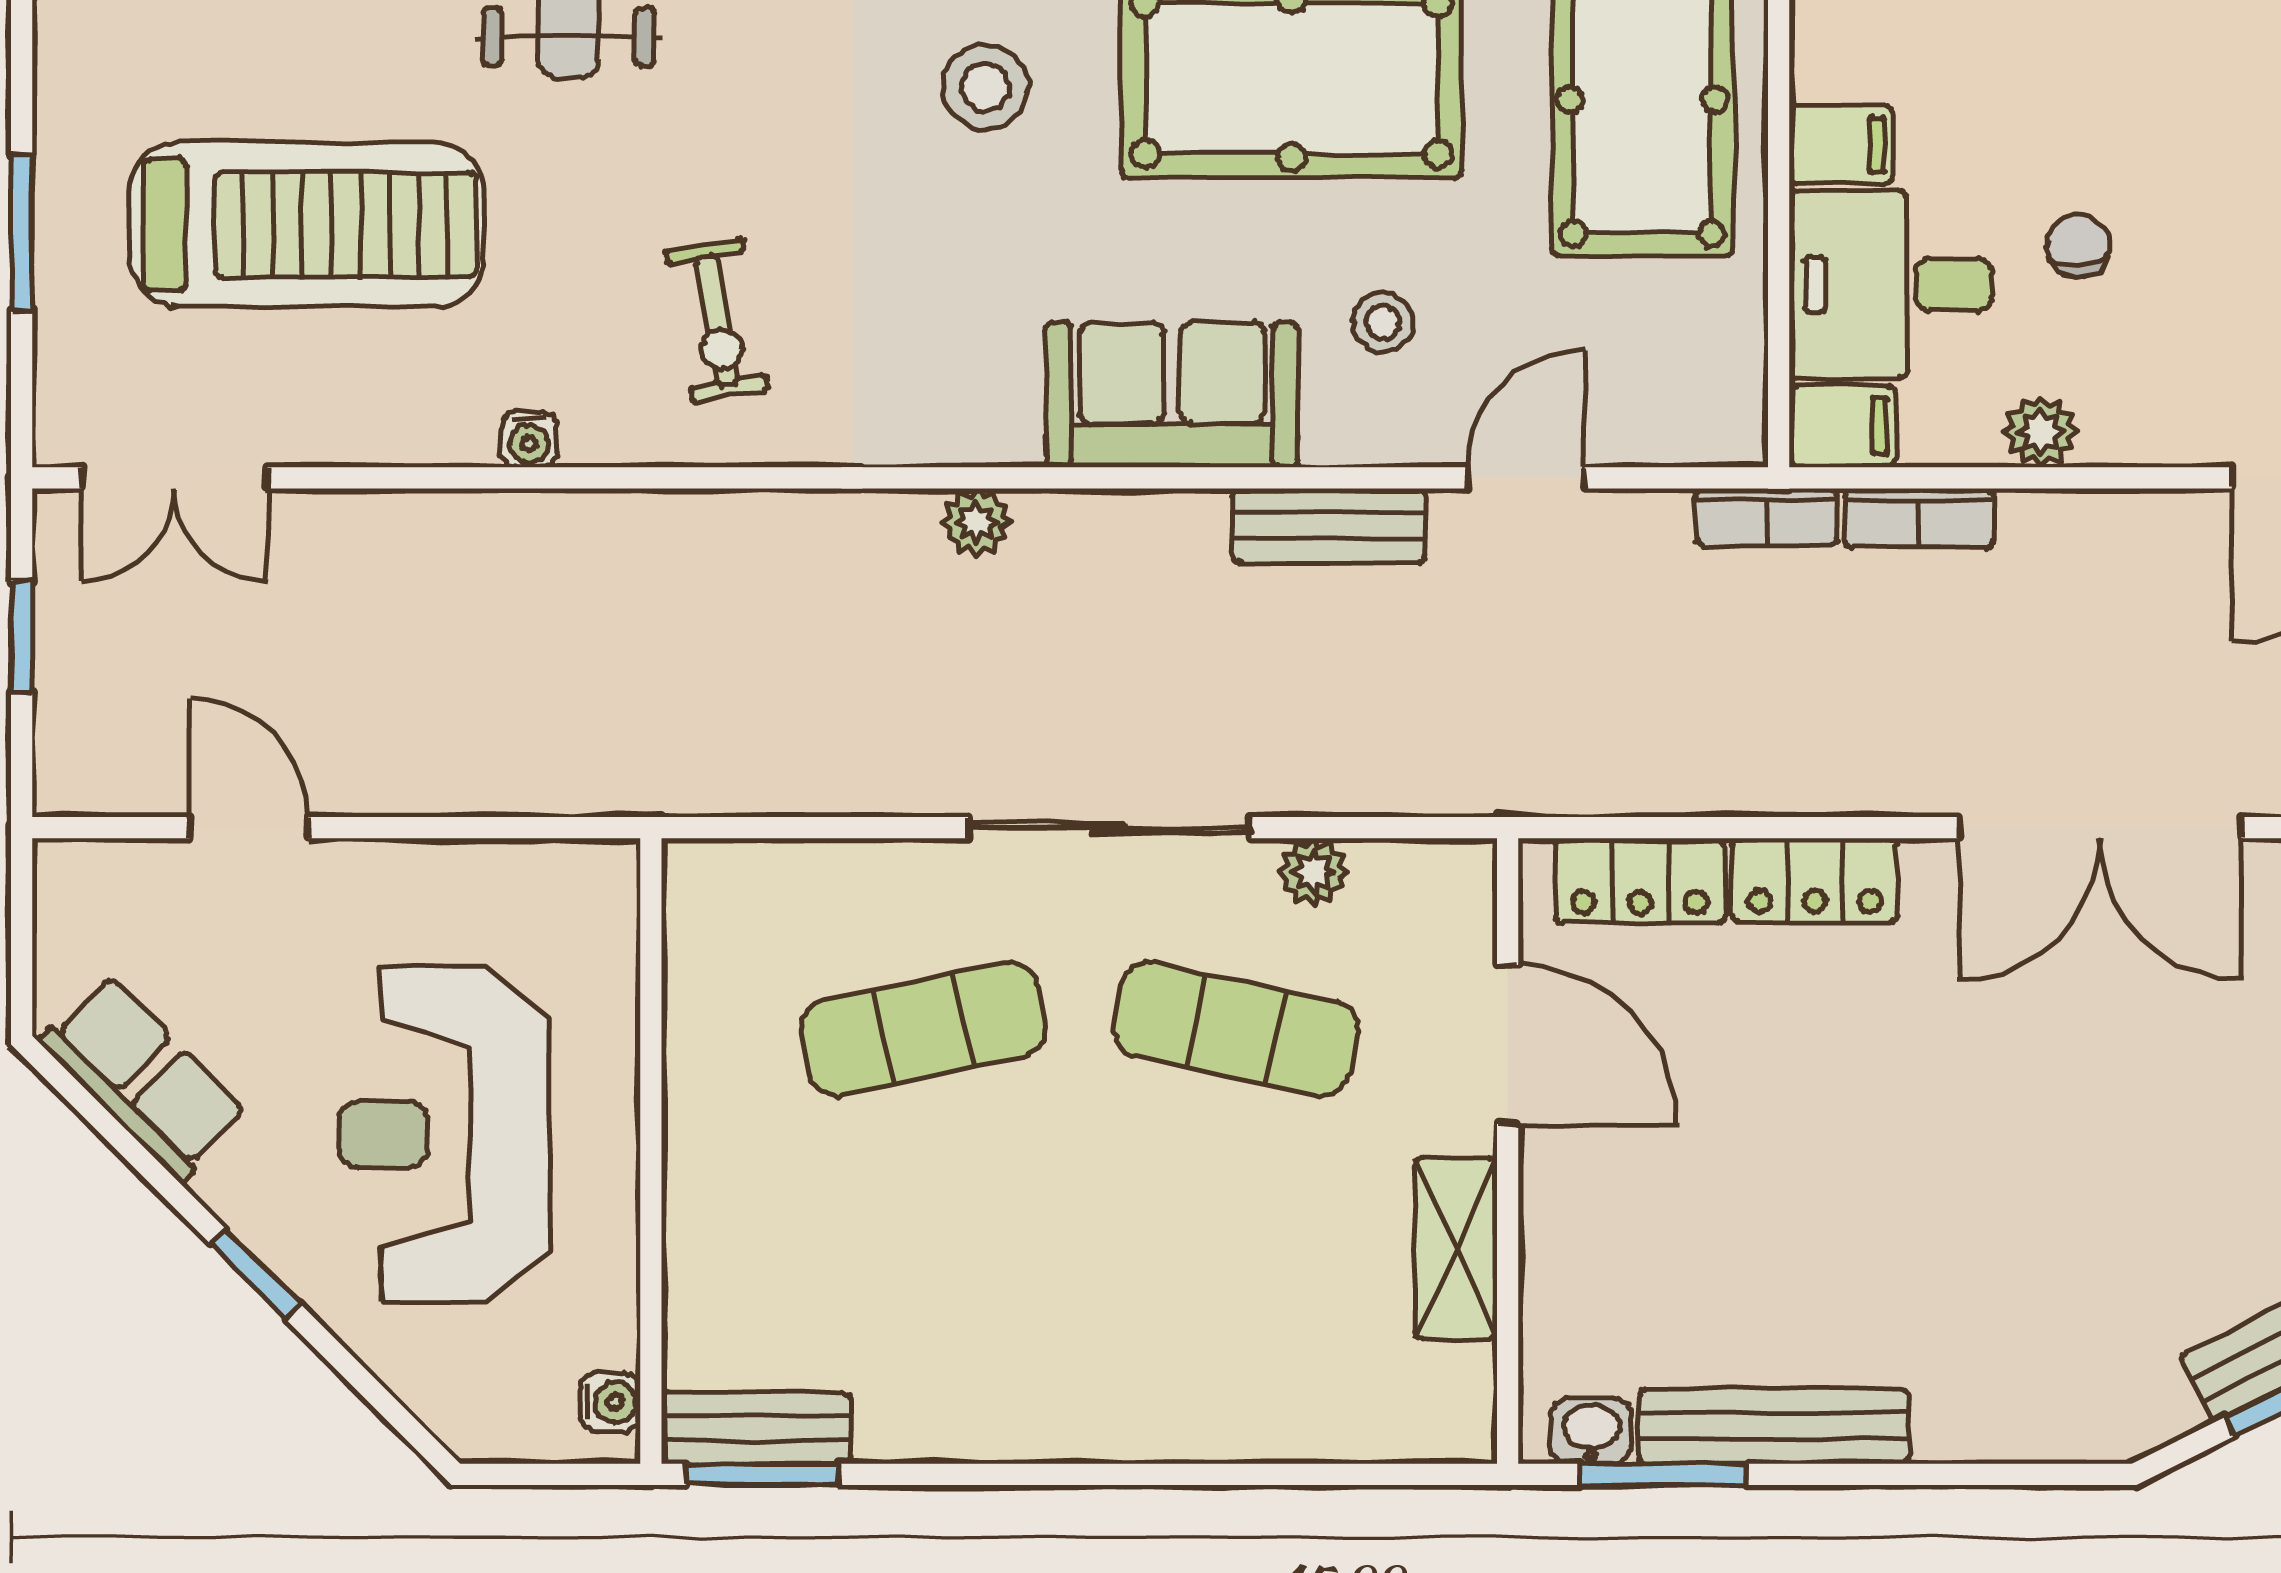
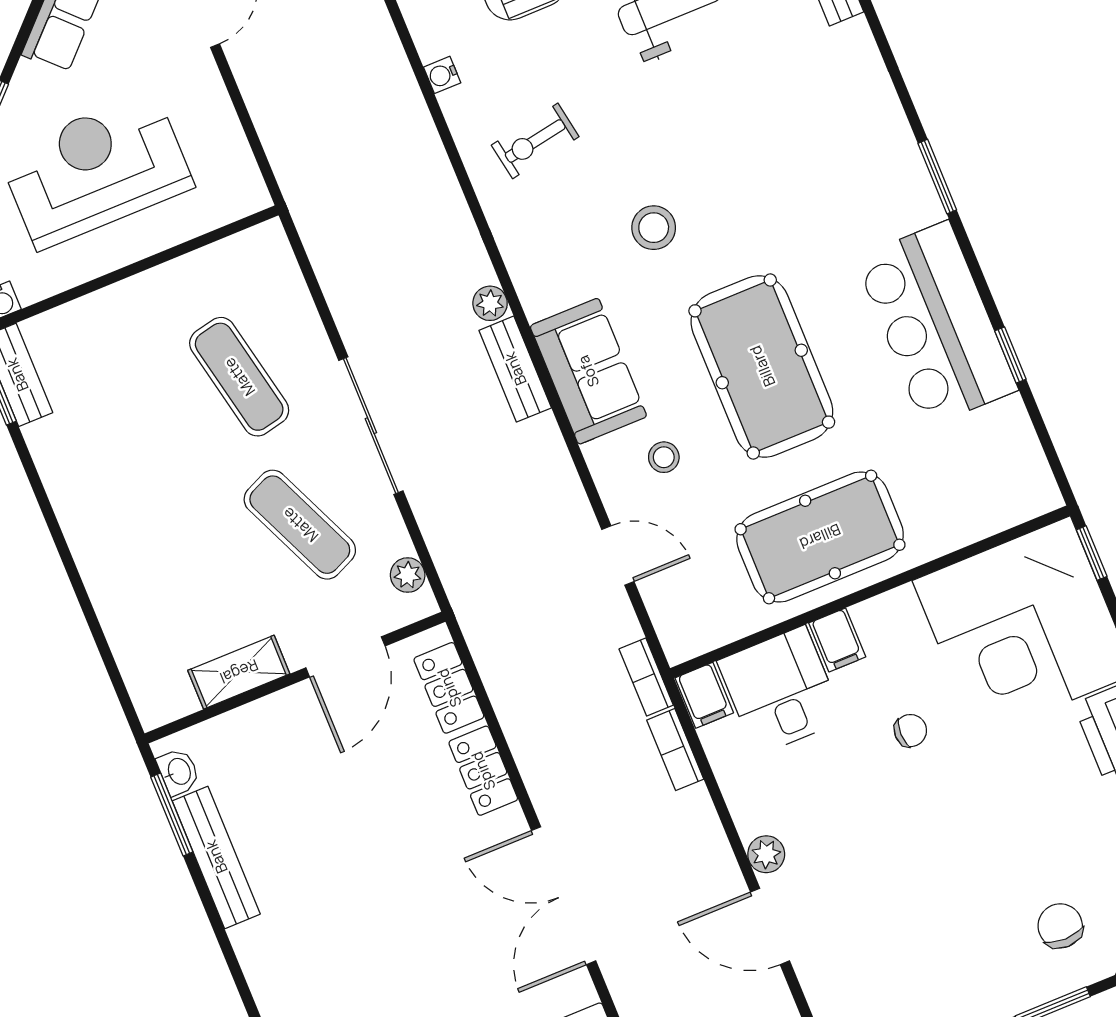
stool: (986, 87) -> (654, 228), moved
chair: (2078, 246) -> (910, 731), moved
plant: (2041, 431) -> (766, 854), moved
bench: (1329, 525) -> (515, 369), moved
plant: (1313, 872) -> (408, 575), moved
exercise mat: (1235, 1029) -> (300, 525), turned -36

